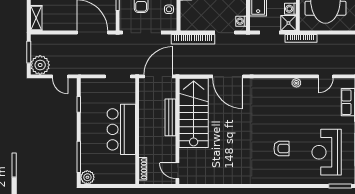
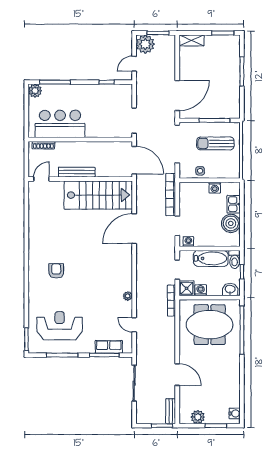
bench: (170, 117) -> (77, 172), moved
bar counter: (121, 129) -> (60, 124), moved
armchair: (281, 149) -> (56, 271), moved, turned 180

